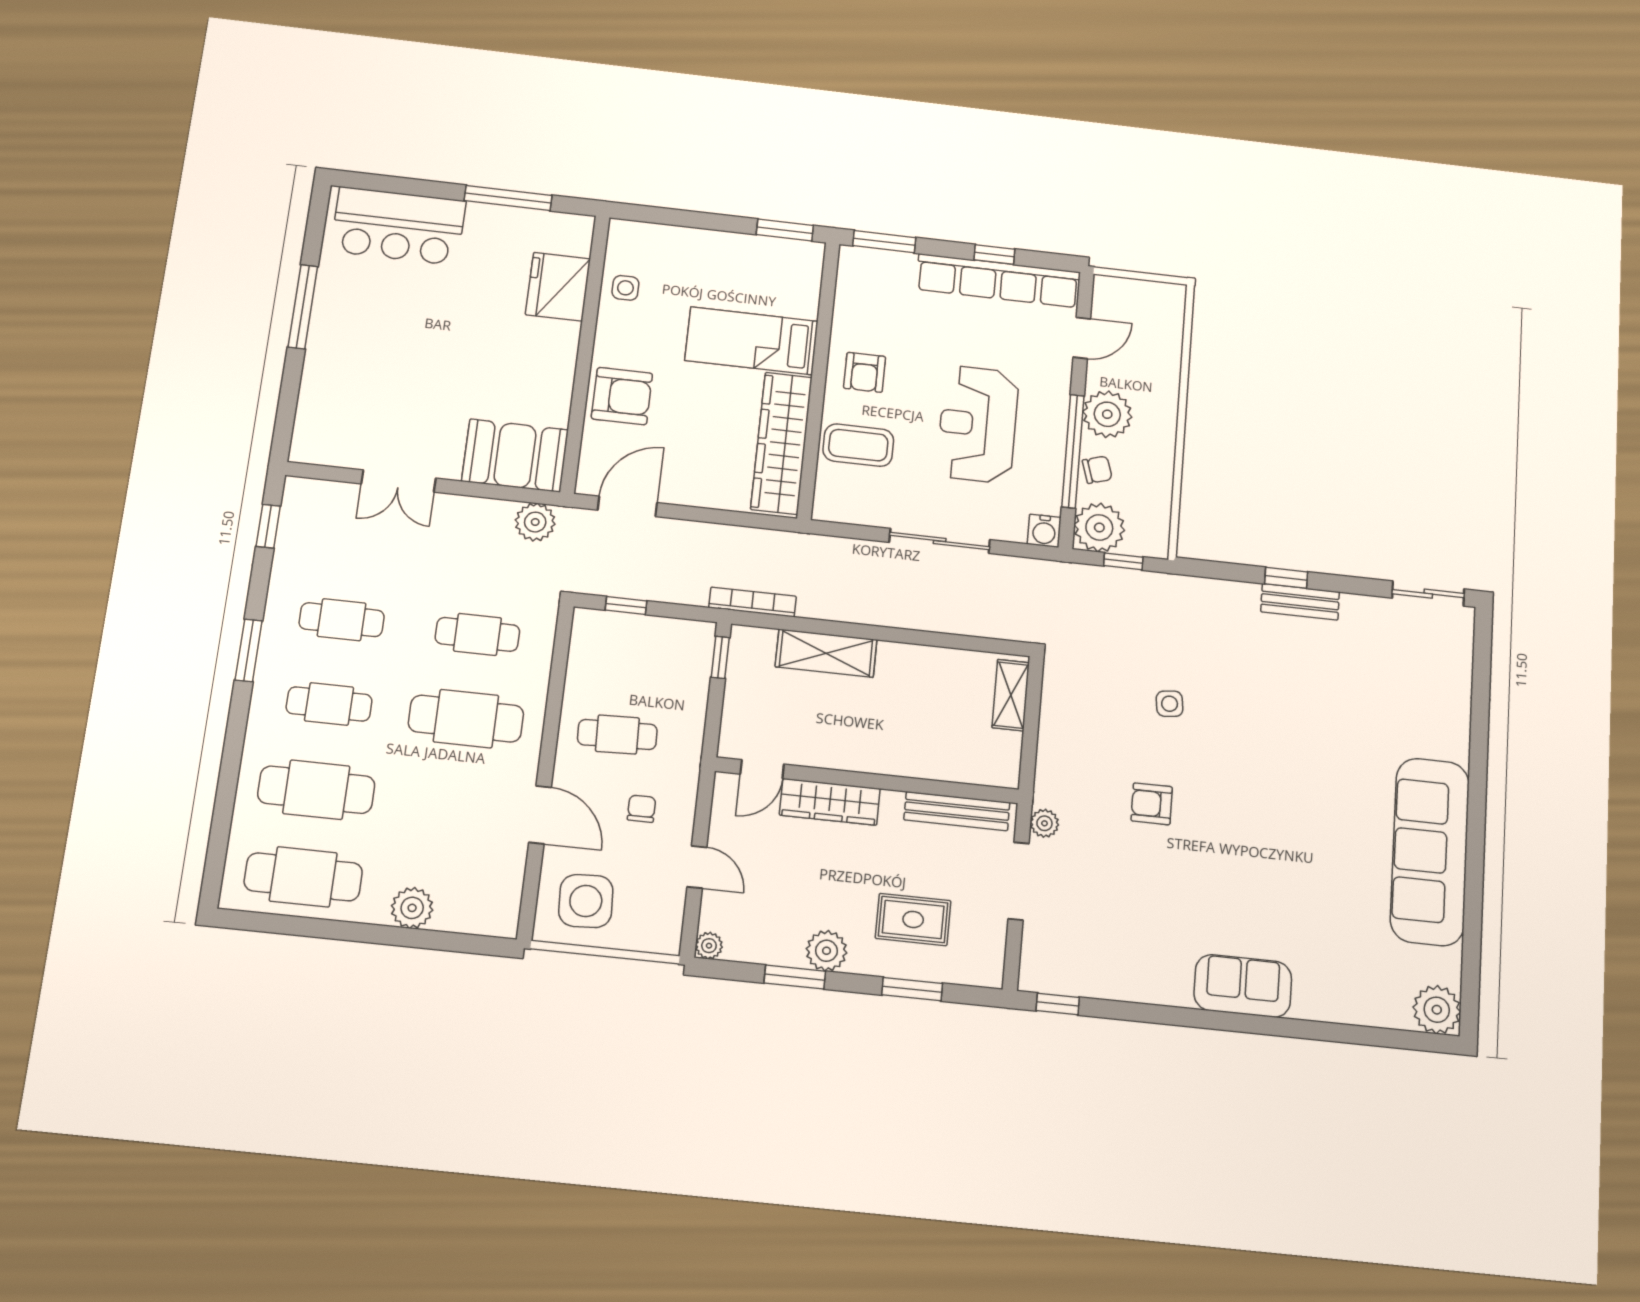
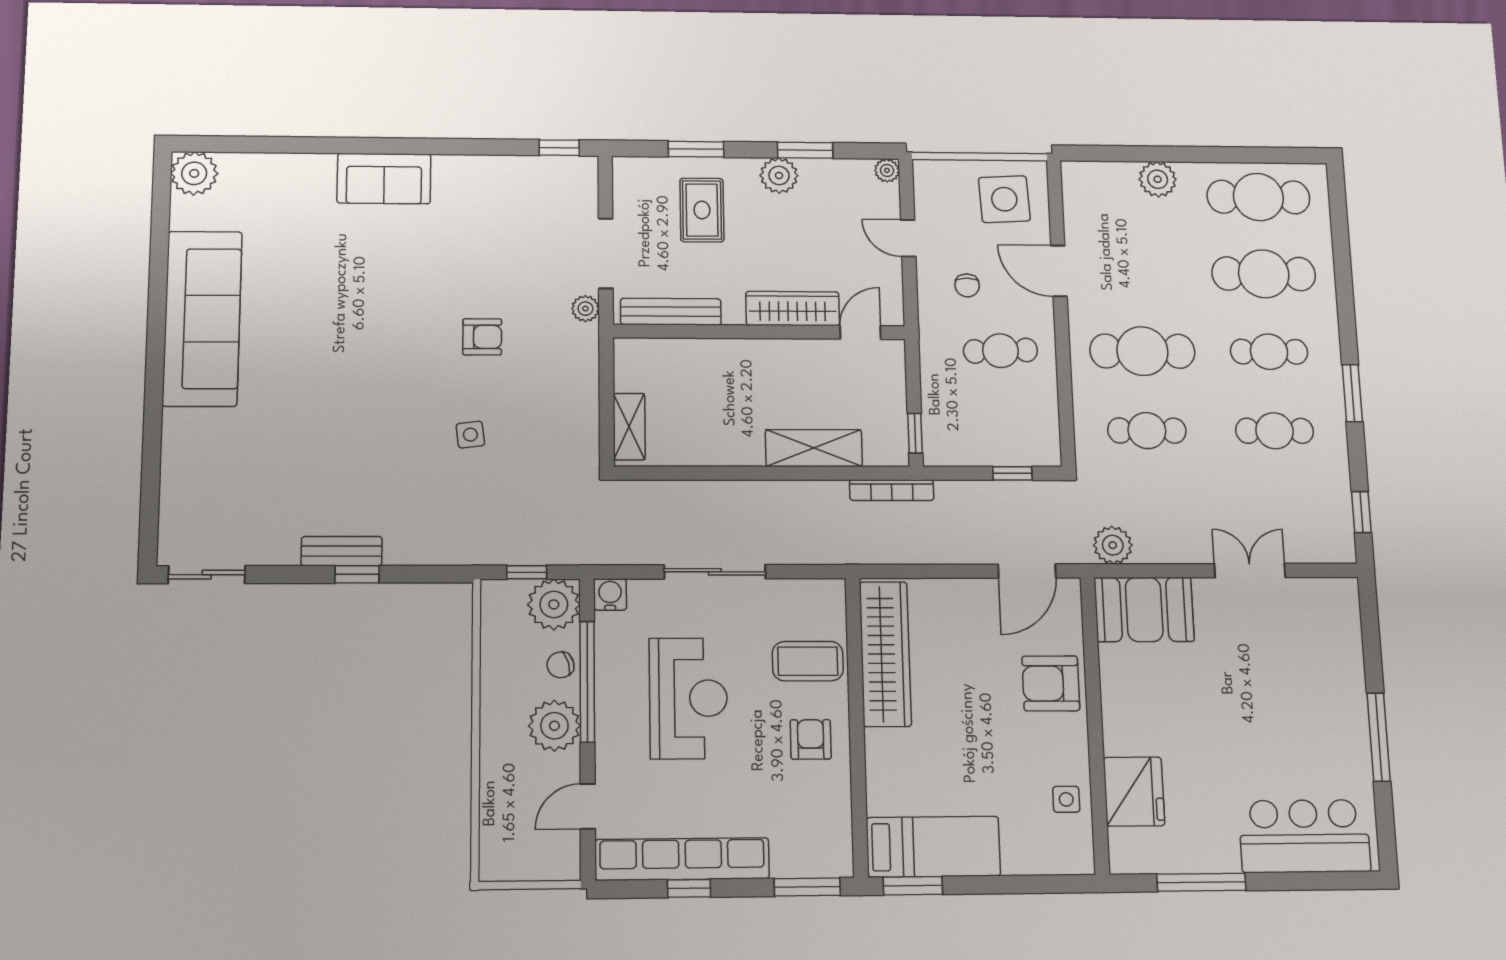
bed: (752, 341) -> (933, 847), moved
rug: (913, 919) -> (702, 210), turned 90

